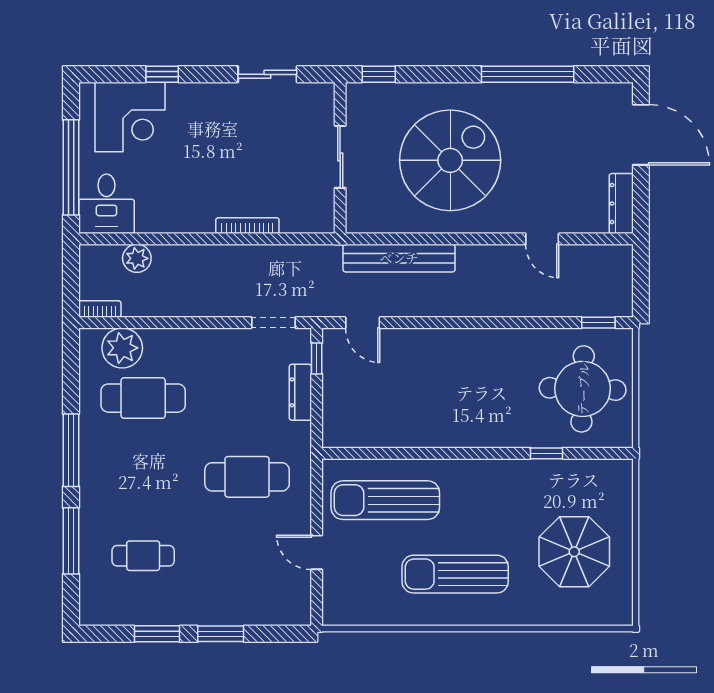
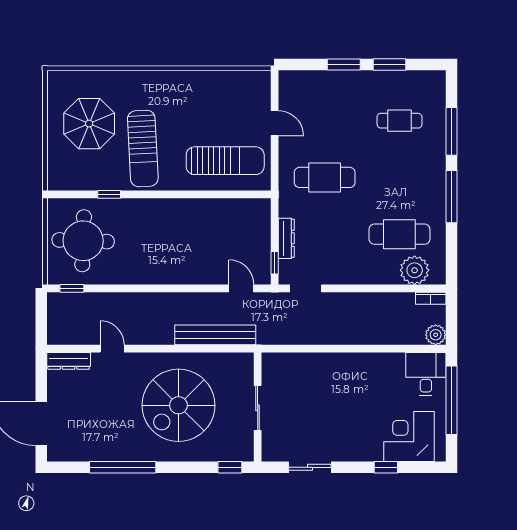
dresser: (621, 204) -> (69, 361), moved, turned 90
bookcase: (247, 226) -> (324, 358), removed
plant: (137, 258) -> (436, 335), moved
sun lounger: (455, 574) -> (143, 149), moved, turned 87

